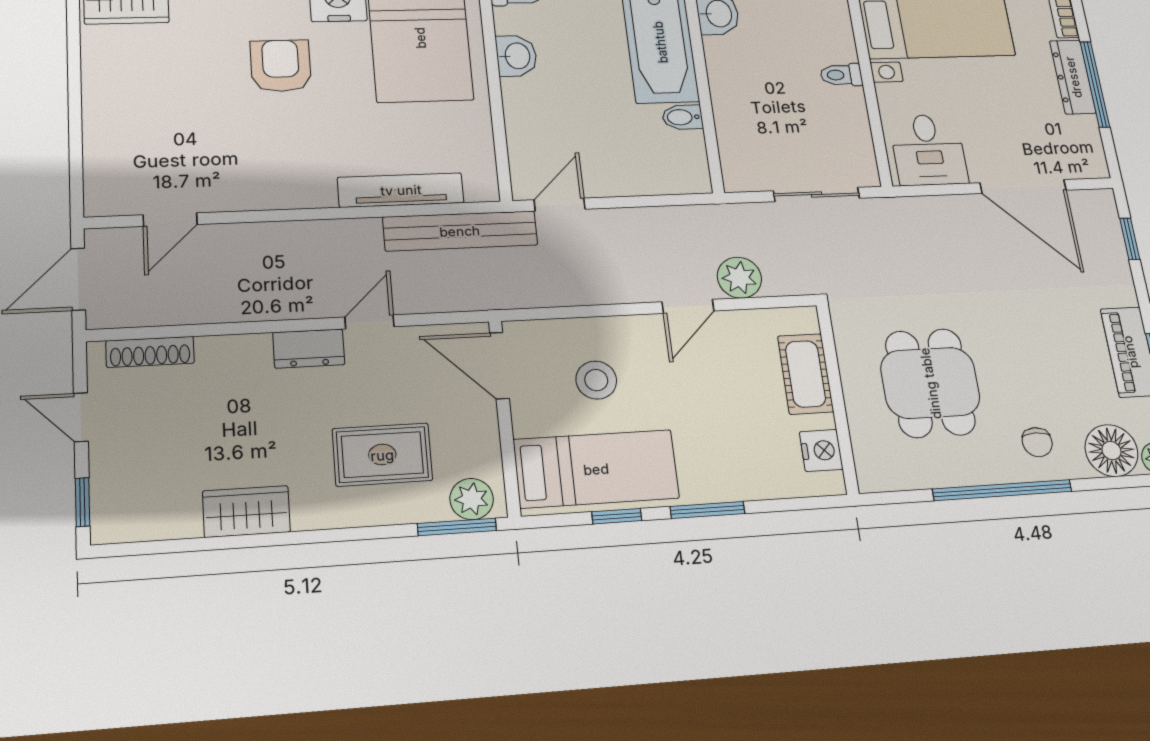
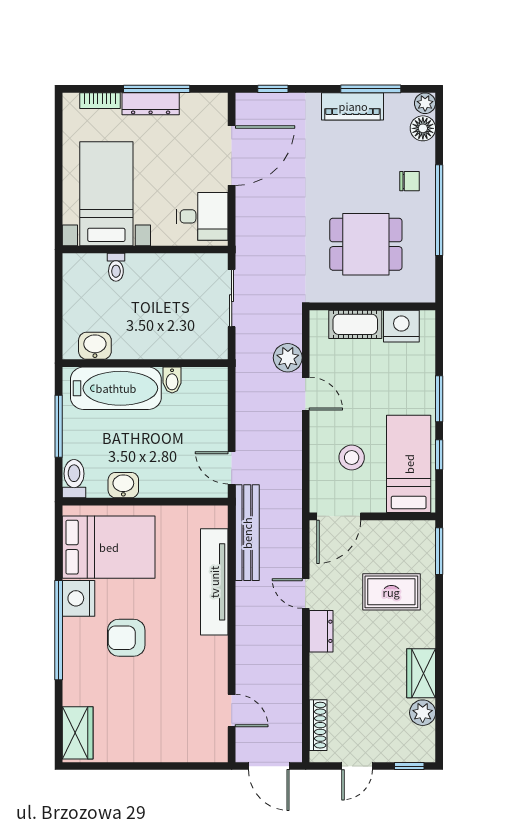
toilet: (841, 75) -> (116, 267), moved
tv unit: (401, 190) -> (214, 582), width x1.36, depth x1.29
nightstand: (821, 450) -> (401, 326), width x1.36, depth x1.33
floor lamp: (1111, 451) -> (423, 128), width x0.73, depth x0.73
rug: (382, 455) -> (391, 592), turned 90
plant: (472, 499) -> (423, 713), moved

